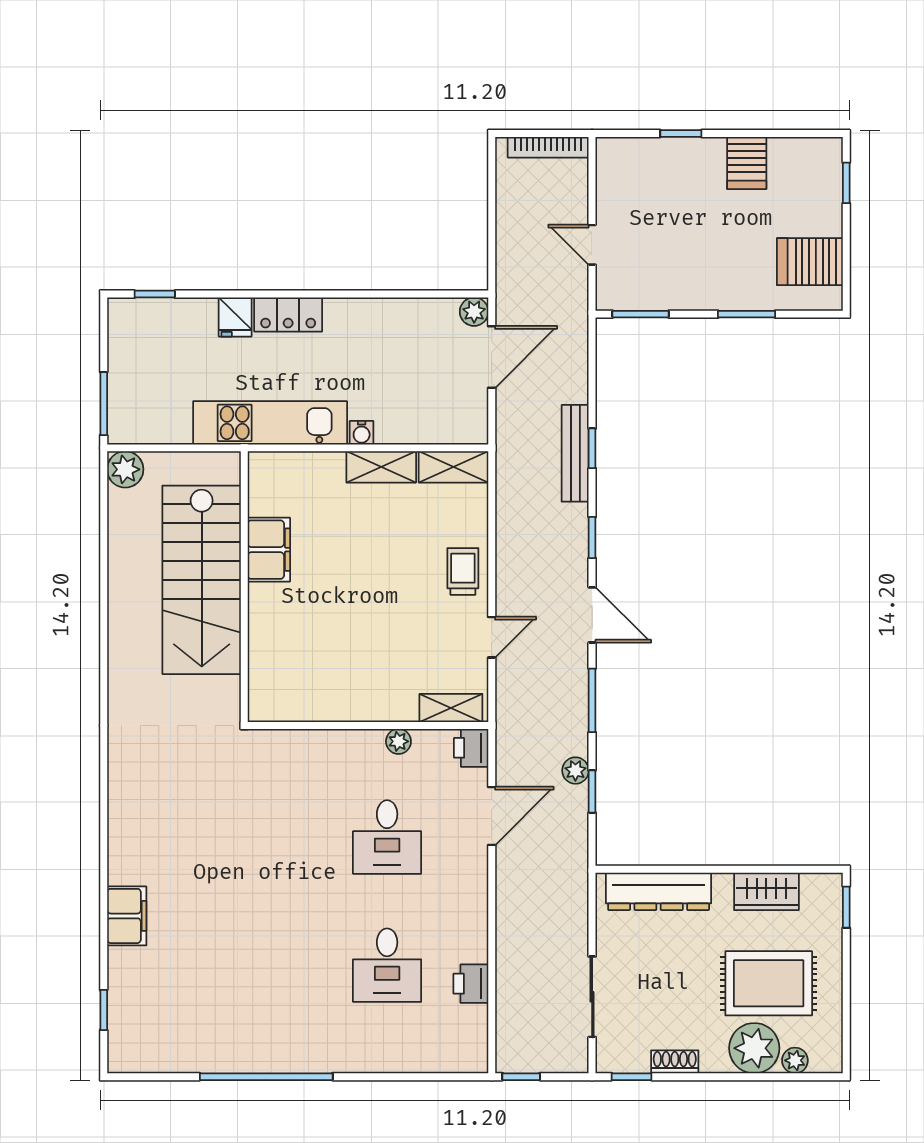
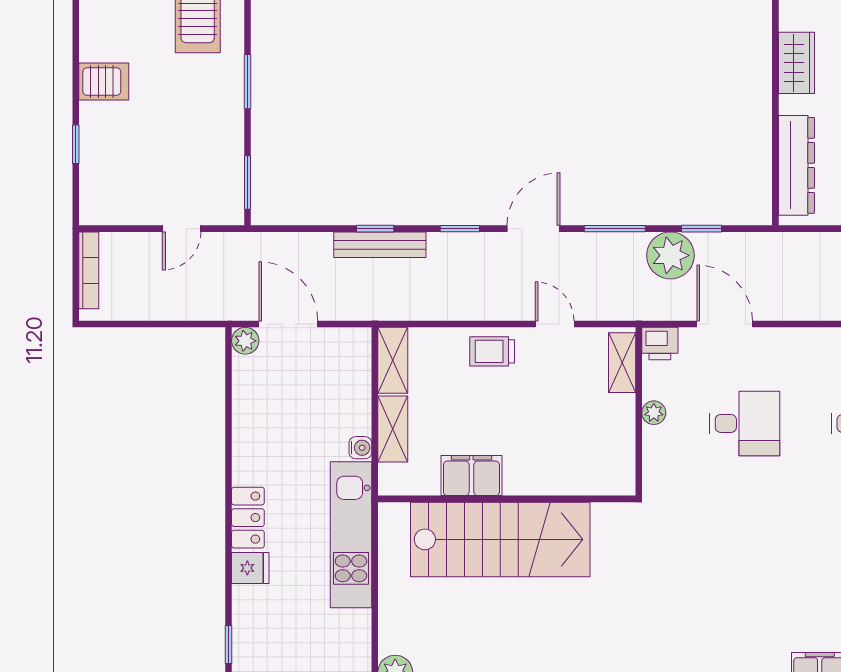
filing cabinet: (269, 550) -> (471, 476), moved
stairs: (202, 580) -> (500, 539), moved
wall: (244, 587) -> (507, 499), moved
plant: (575, 771) -> (670, 255), width x1.87, depth x1.87

